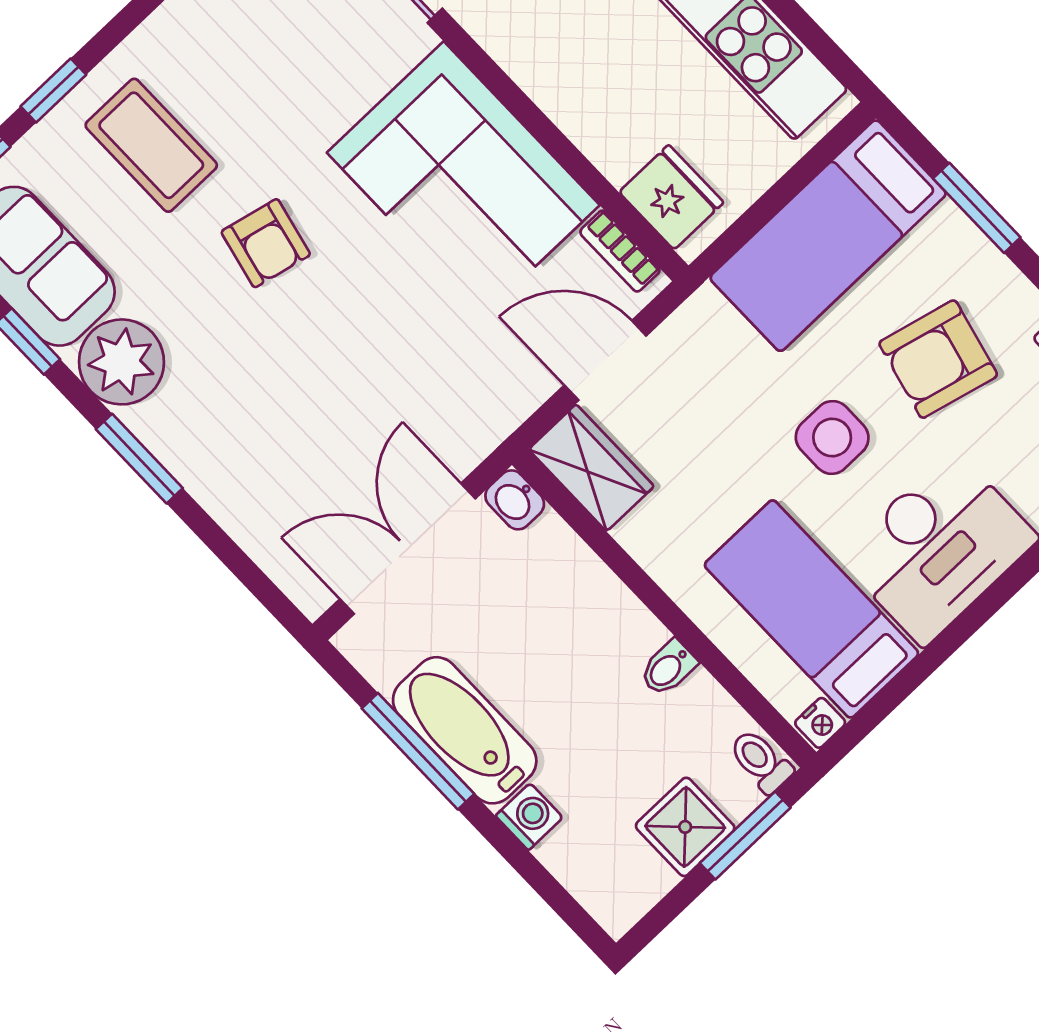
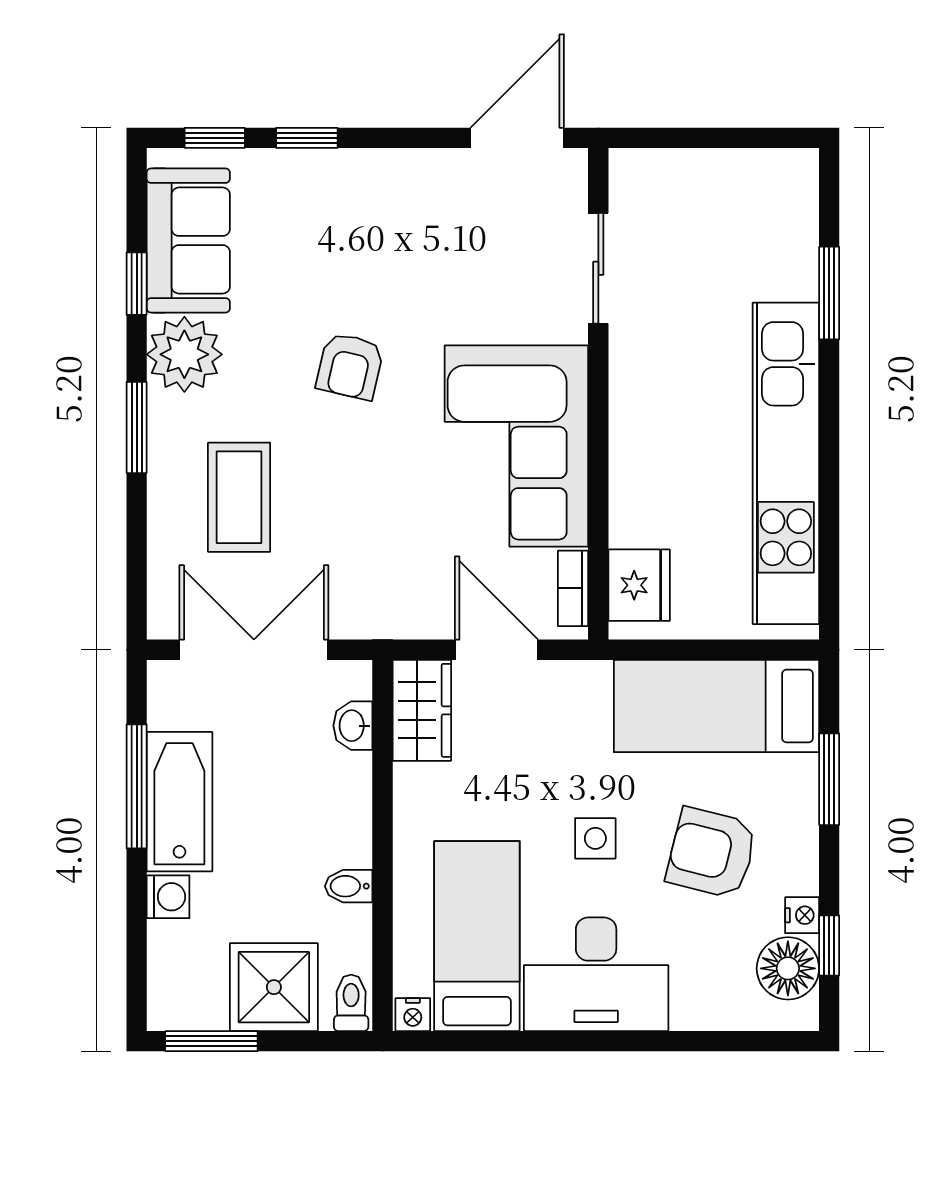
coffee table: (151, 145) -> (239, 497), moved
side table: (832, 437) -> (595, 838), width x0.73, depth x0.73
washbasin: (515, 500) -> (353, 726), moved
shower: (685, 827) -> (274, 987), width x1.36, depth x1.36
window: (745, 835) -> (211, 1041), moved

